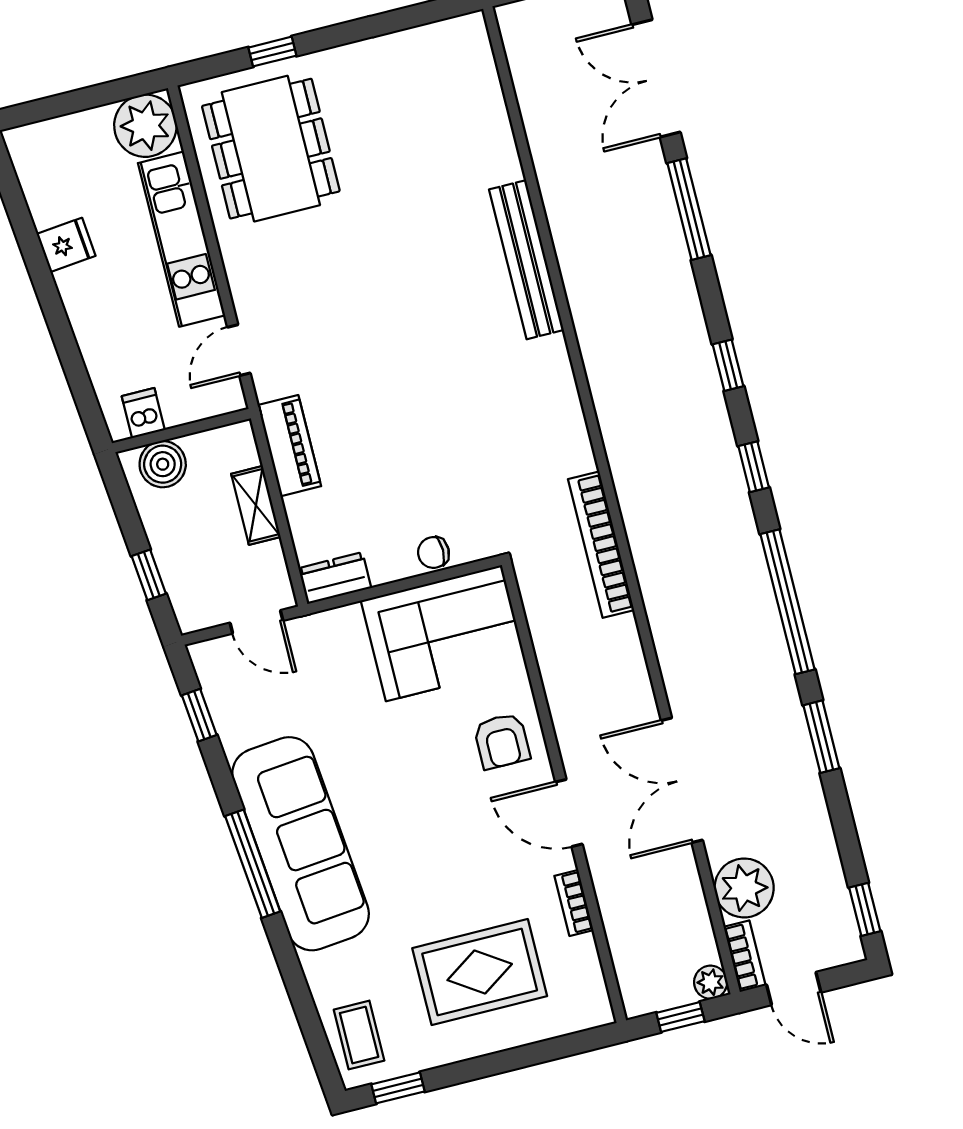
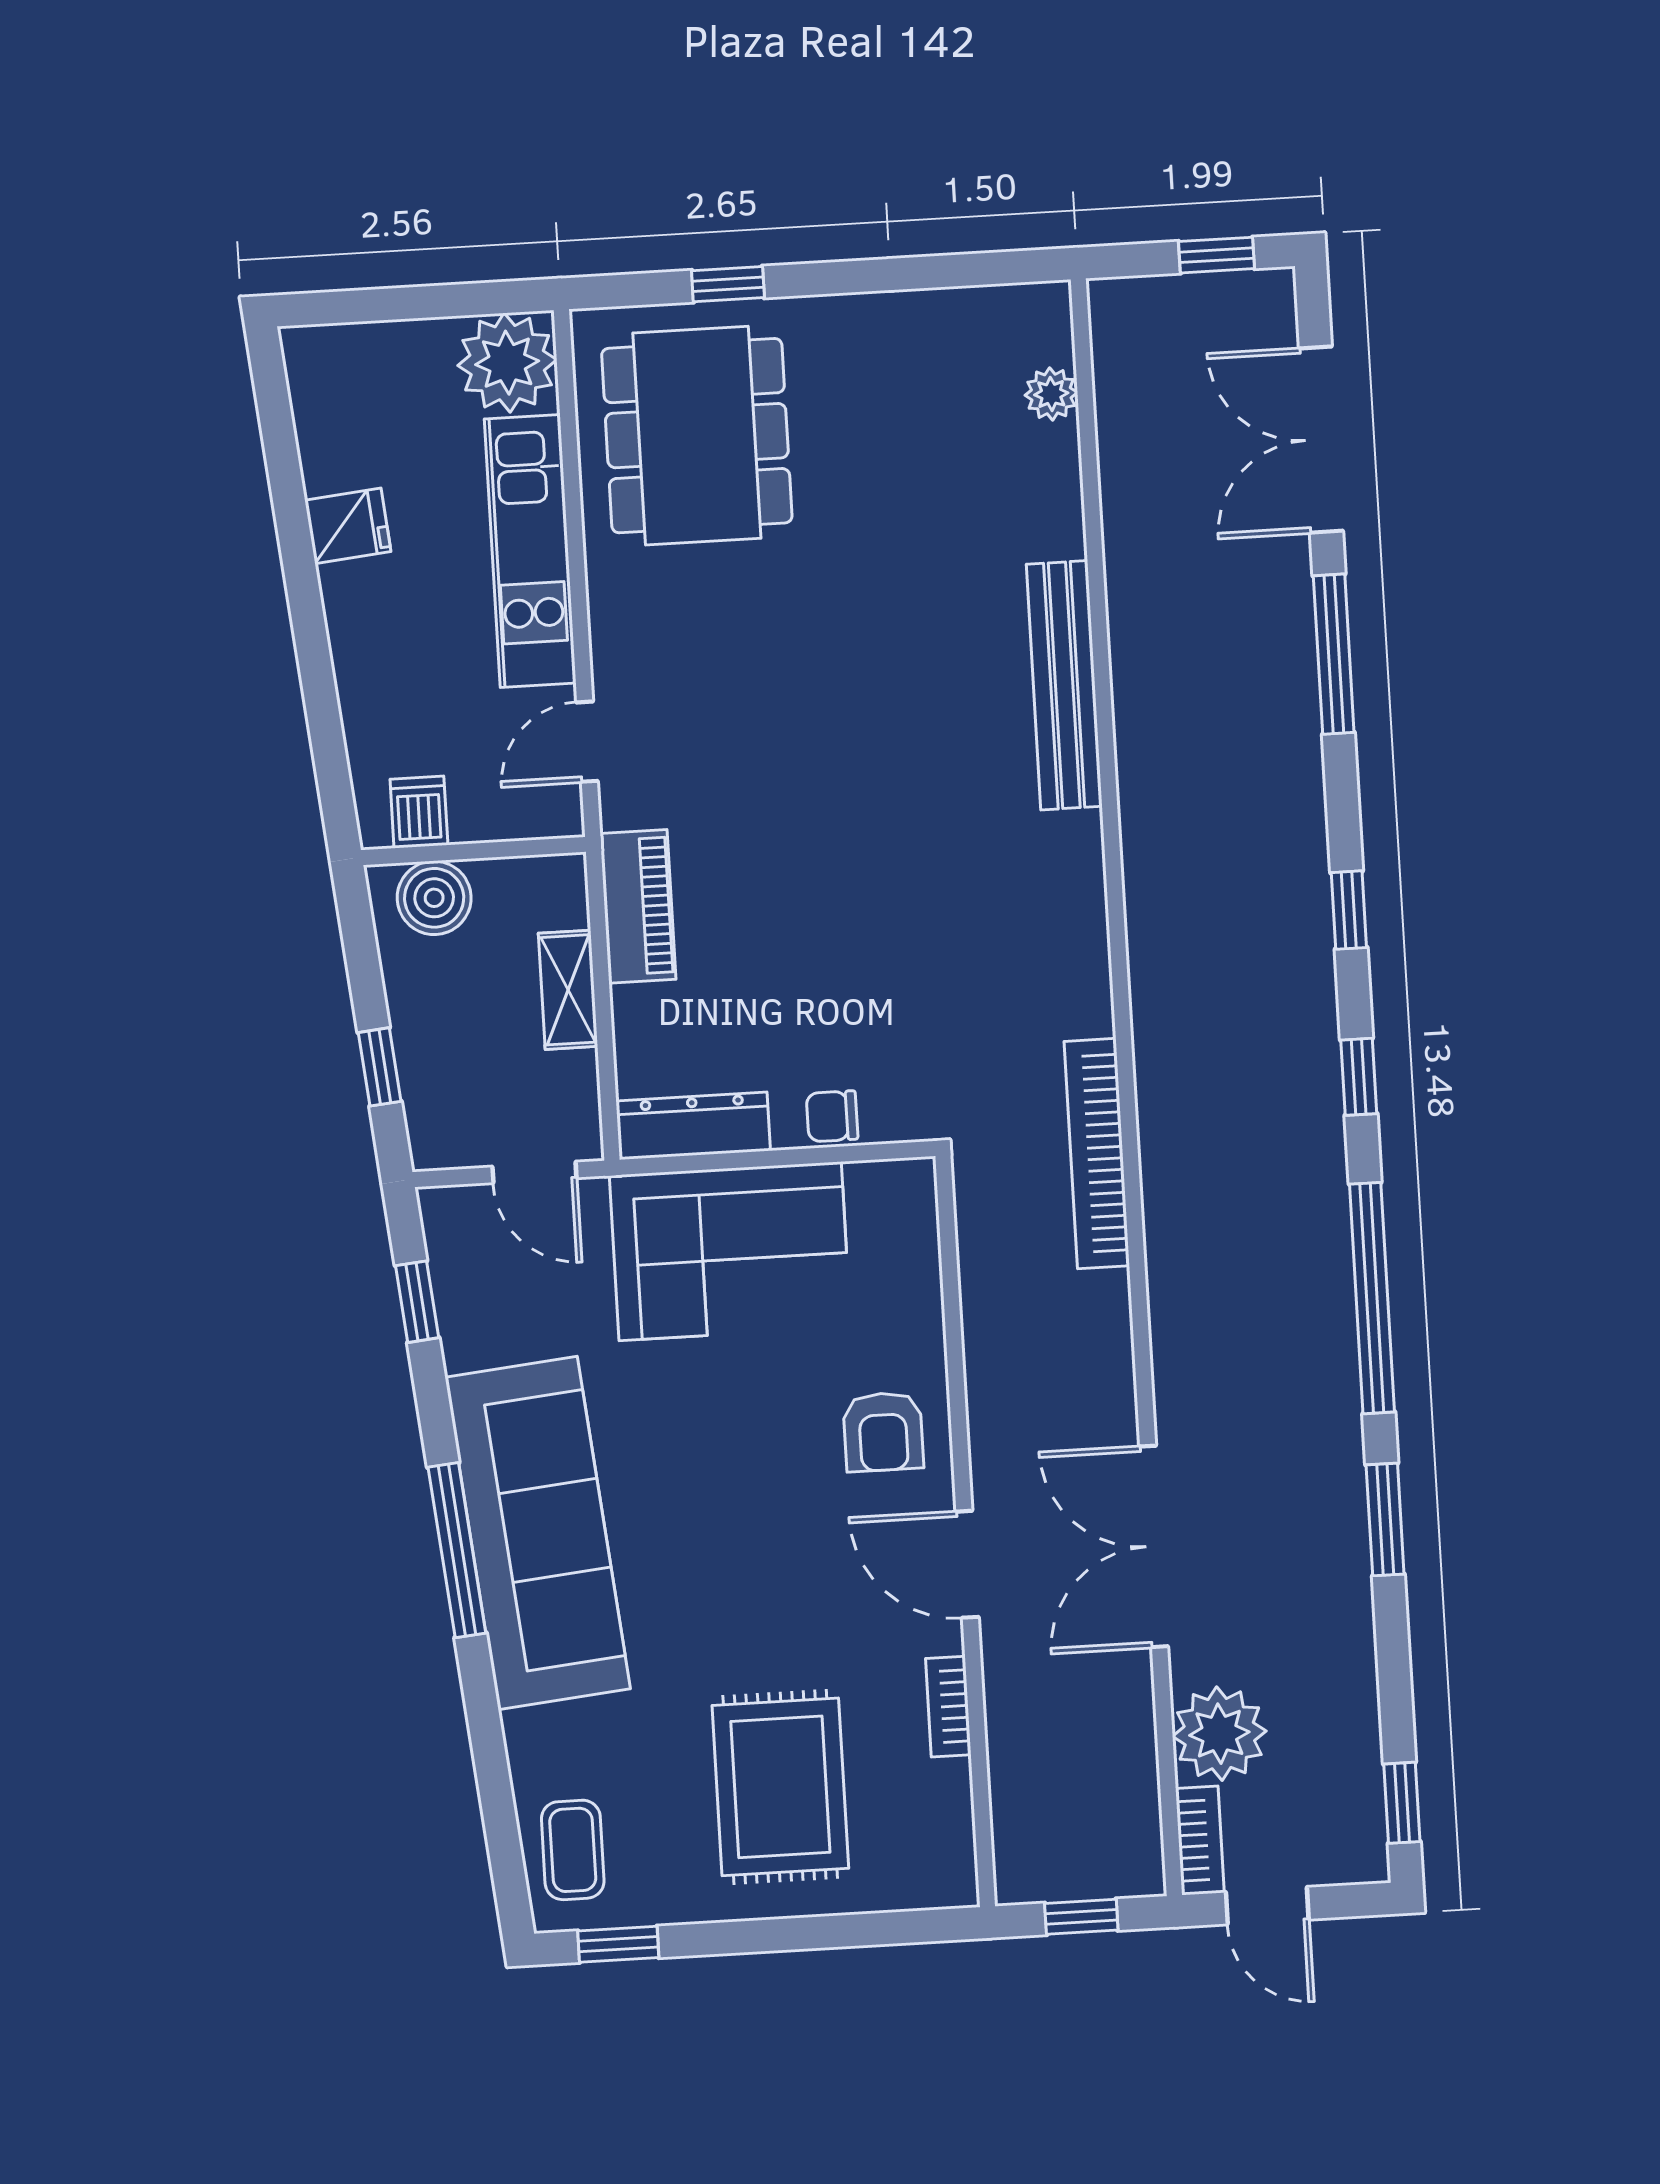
dresser: (335, 578) -> (693, 1126), width x1.44
corner sofa: (444, 633) -> (730, 1251), moved
rug: (480, 972) -> (780, 1787), turned 90
plant: (711, 982) -> (1051, 394), moved

